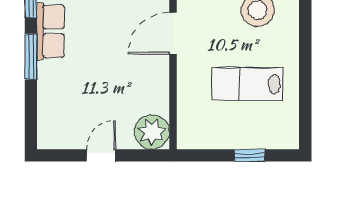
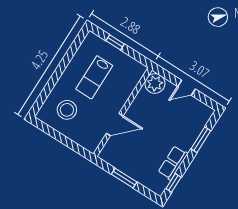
window: (31, 57) -> (201, 140), moved
lab bench: (248, 84) -> (94, 77), turned 90

